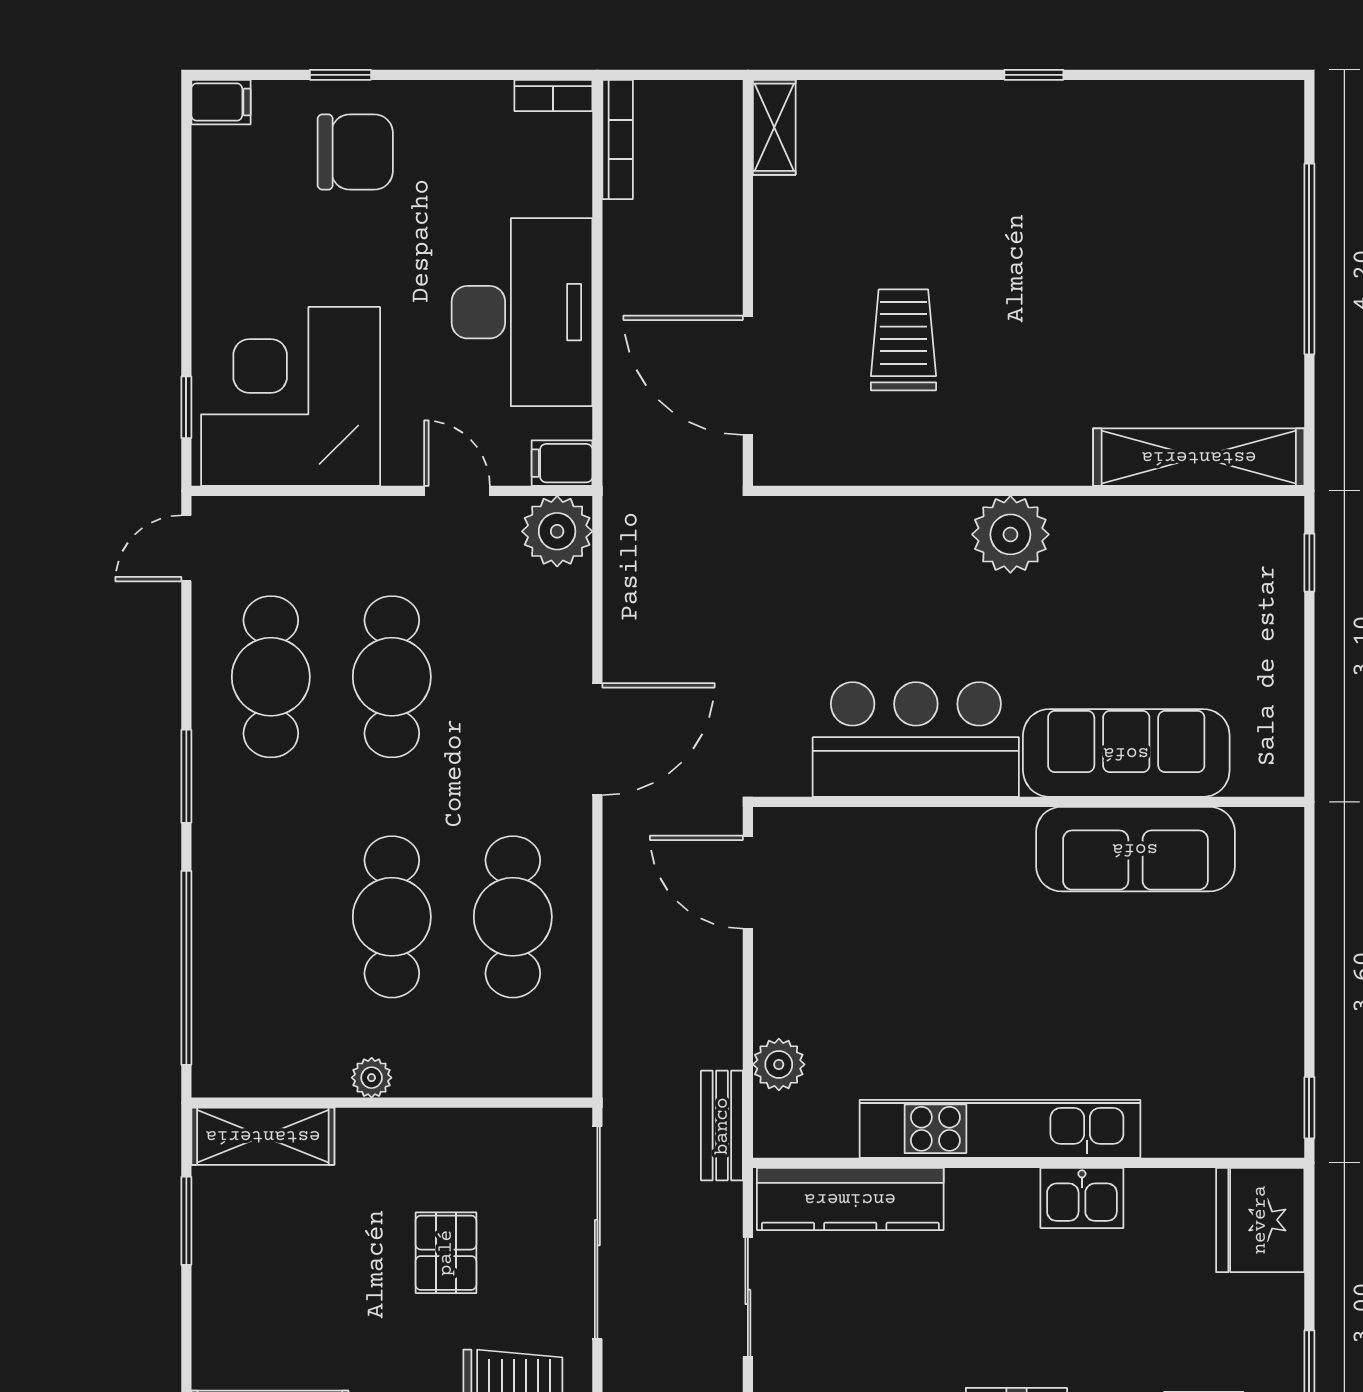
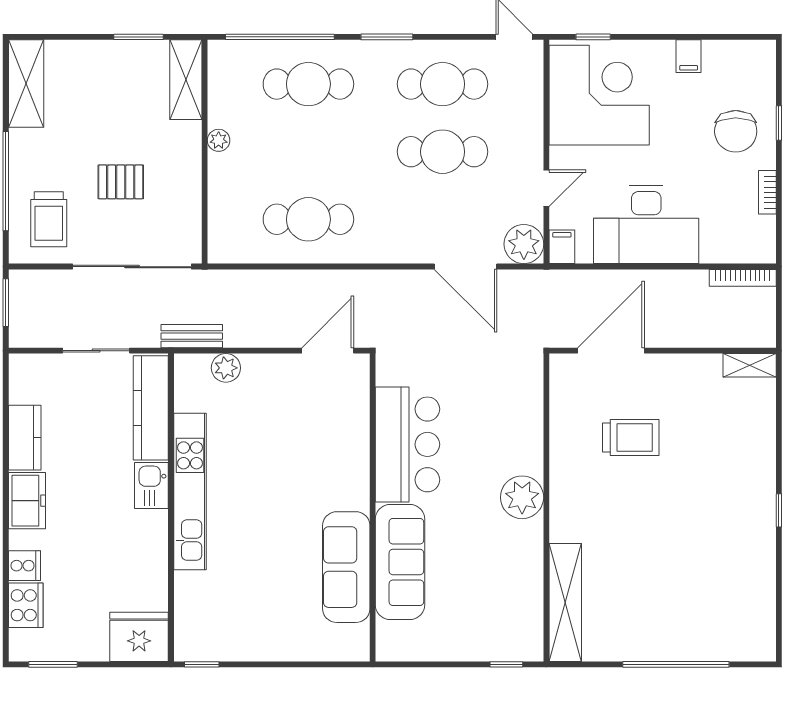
bookcase: (553, 95) -> (767, 192), moved
filing cabinet: (221, 102) -> (689, 56), moved
door: (597, 739) -> (466, 267), moved
cafe table: (392, 917) -> (308, 84), moved
kitchen sink: (1082, 1198) -> (151, 485), moved

